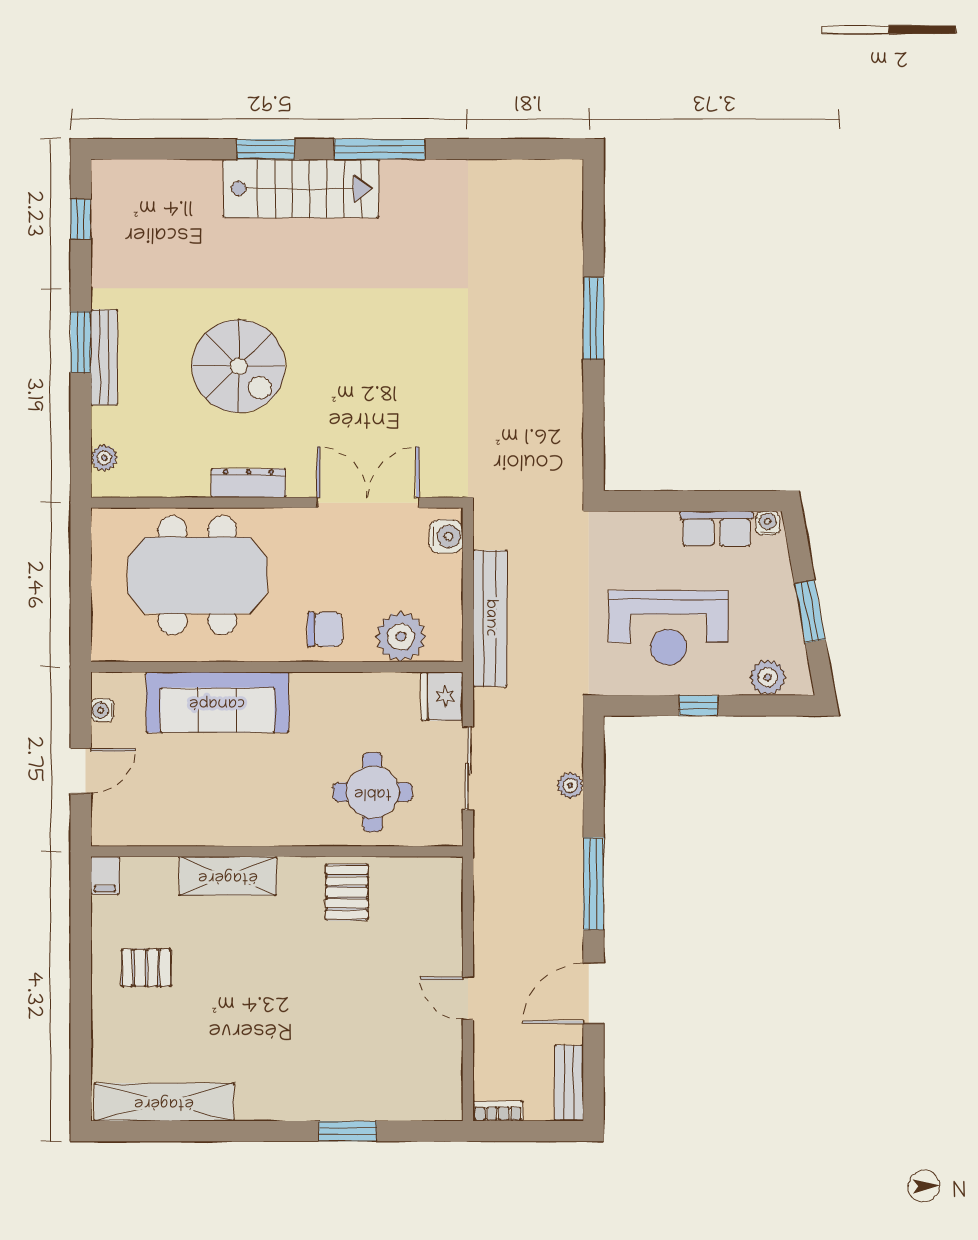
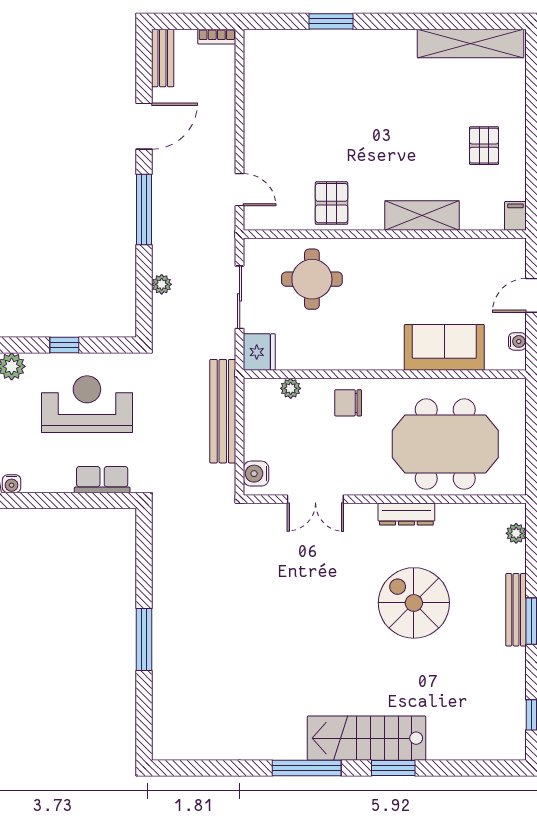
double door: (368, 503) -> (315, 499), width x0.73
row of seats: (717, 529) -> (102, 480), moved
plant: (401, 637) -> (291, 388), width x0.53, depth x0.53
sofa: (217, 702) -> (444, 347), width x0.73
pallet: (146, 968) -> (484, 146), turned 90
door: (468, 998) -> (240, 190), moved

